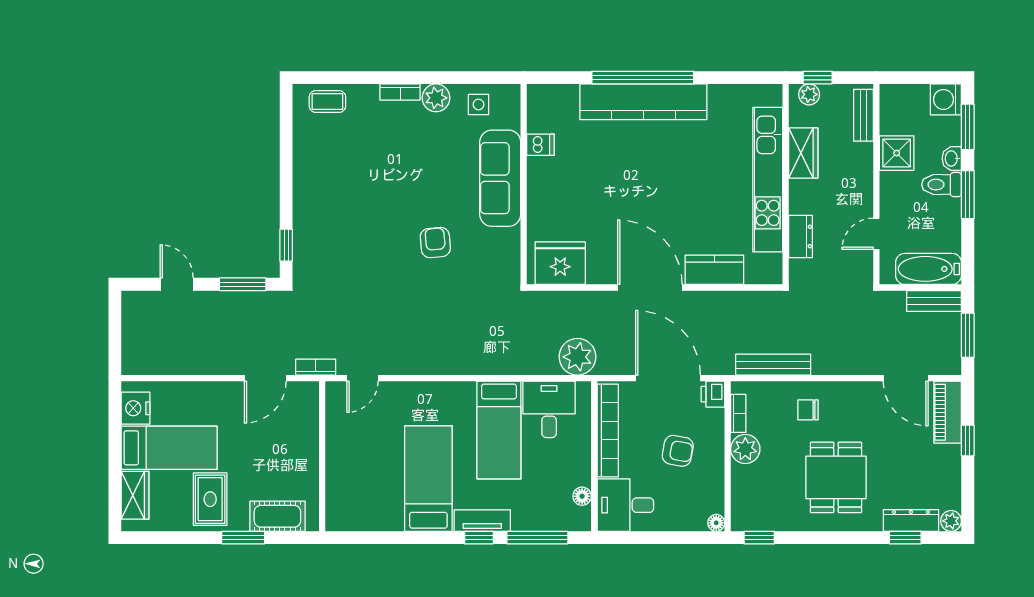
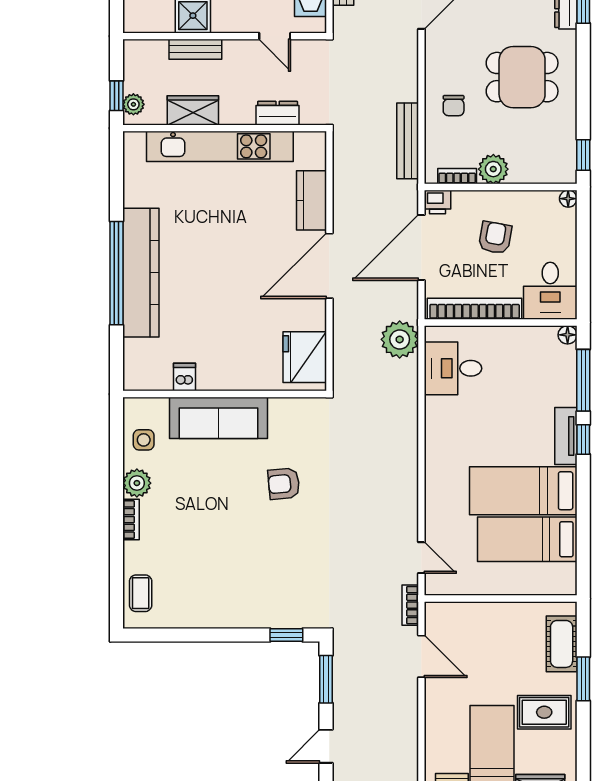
bench: (863, 115) -> (195, 49), moved
bed: (499, 430) -> (527, 539), moved, turned 180
floor lamp: (582, 496) -> (568, 335), moved

